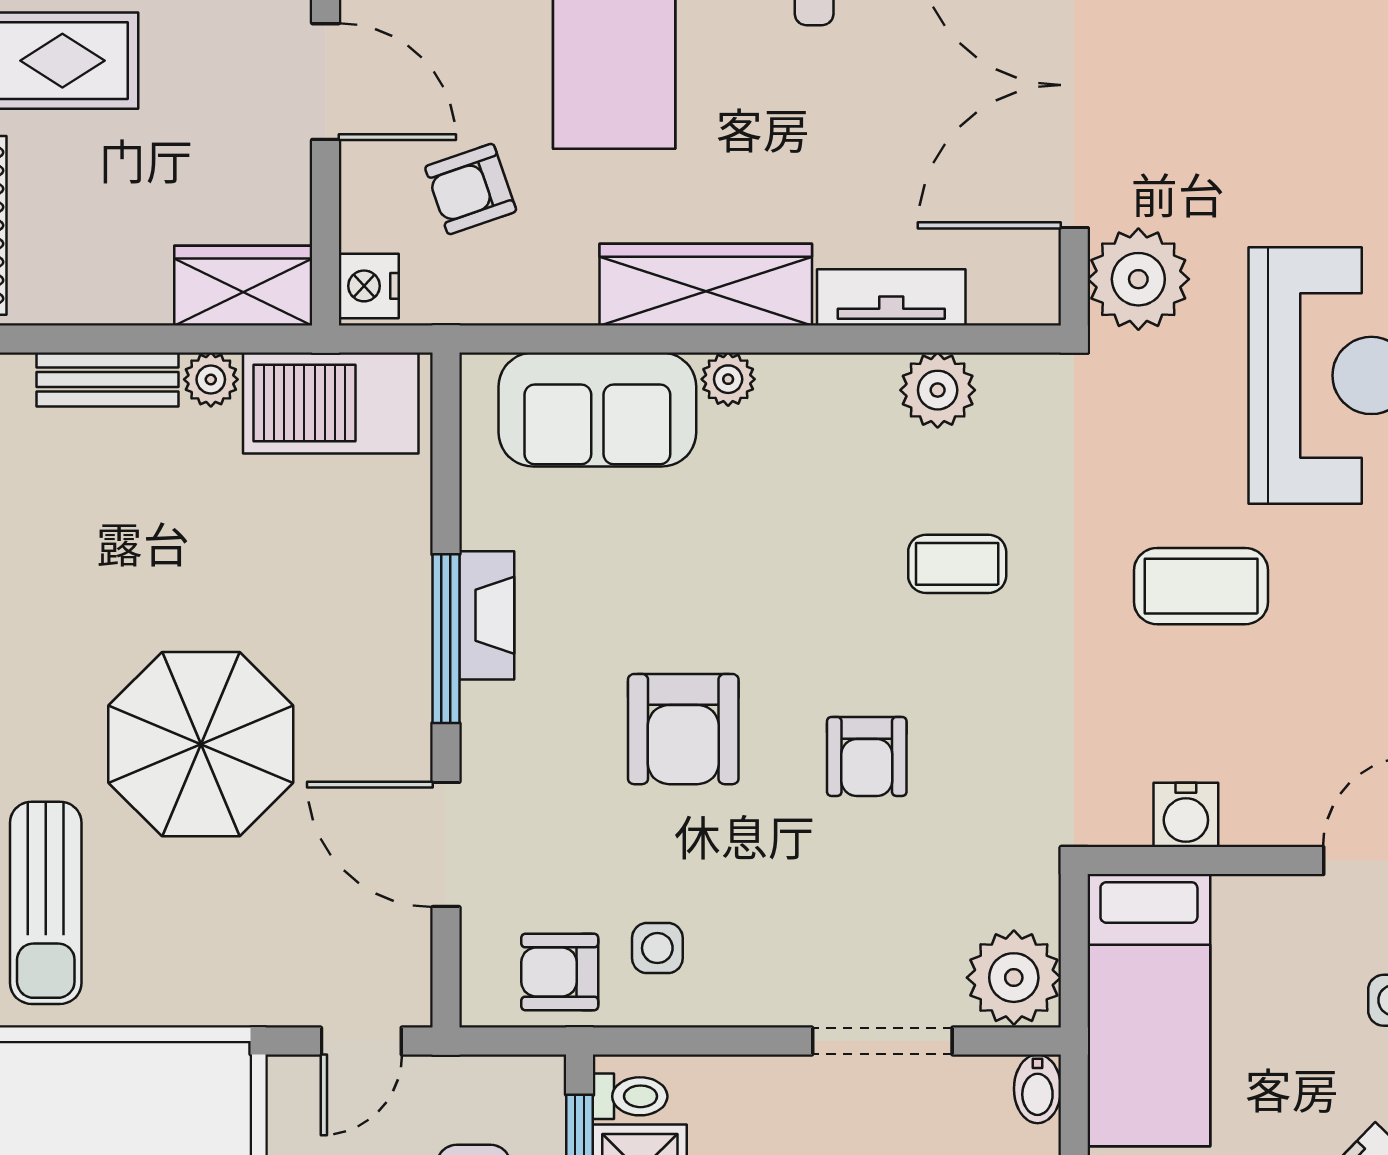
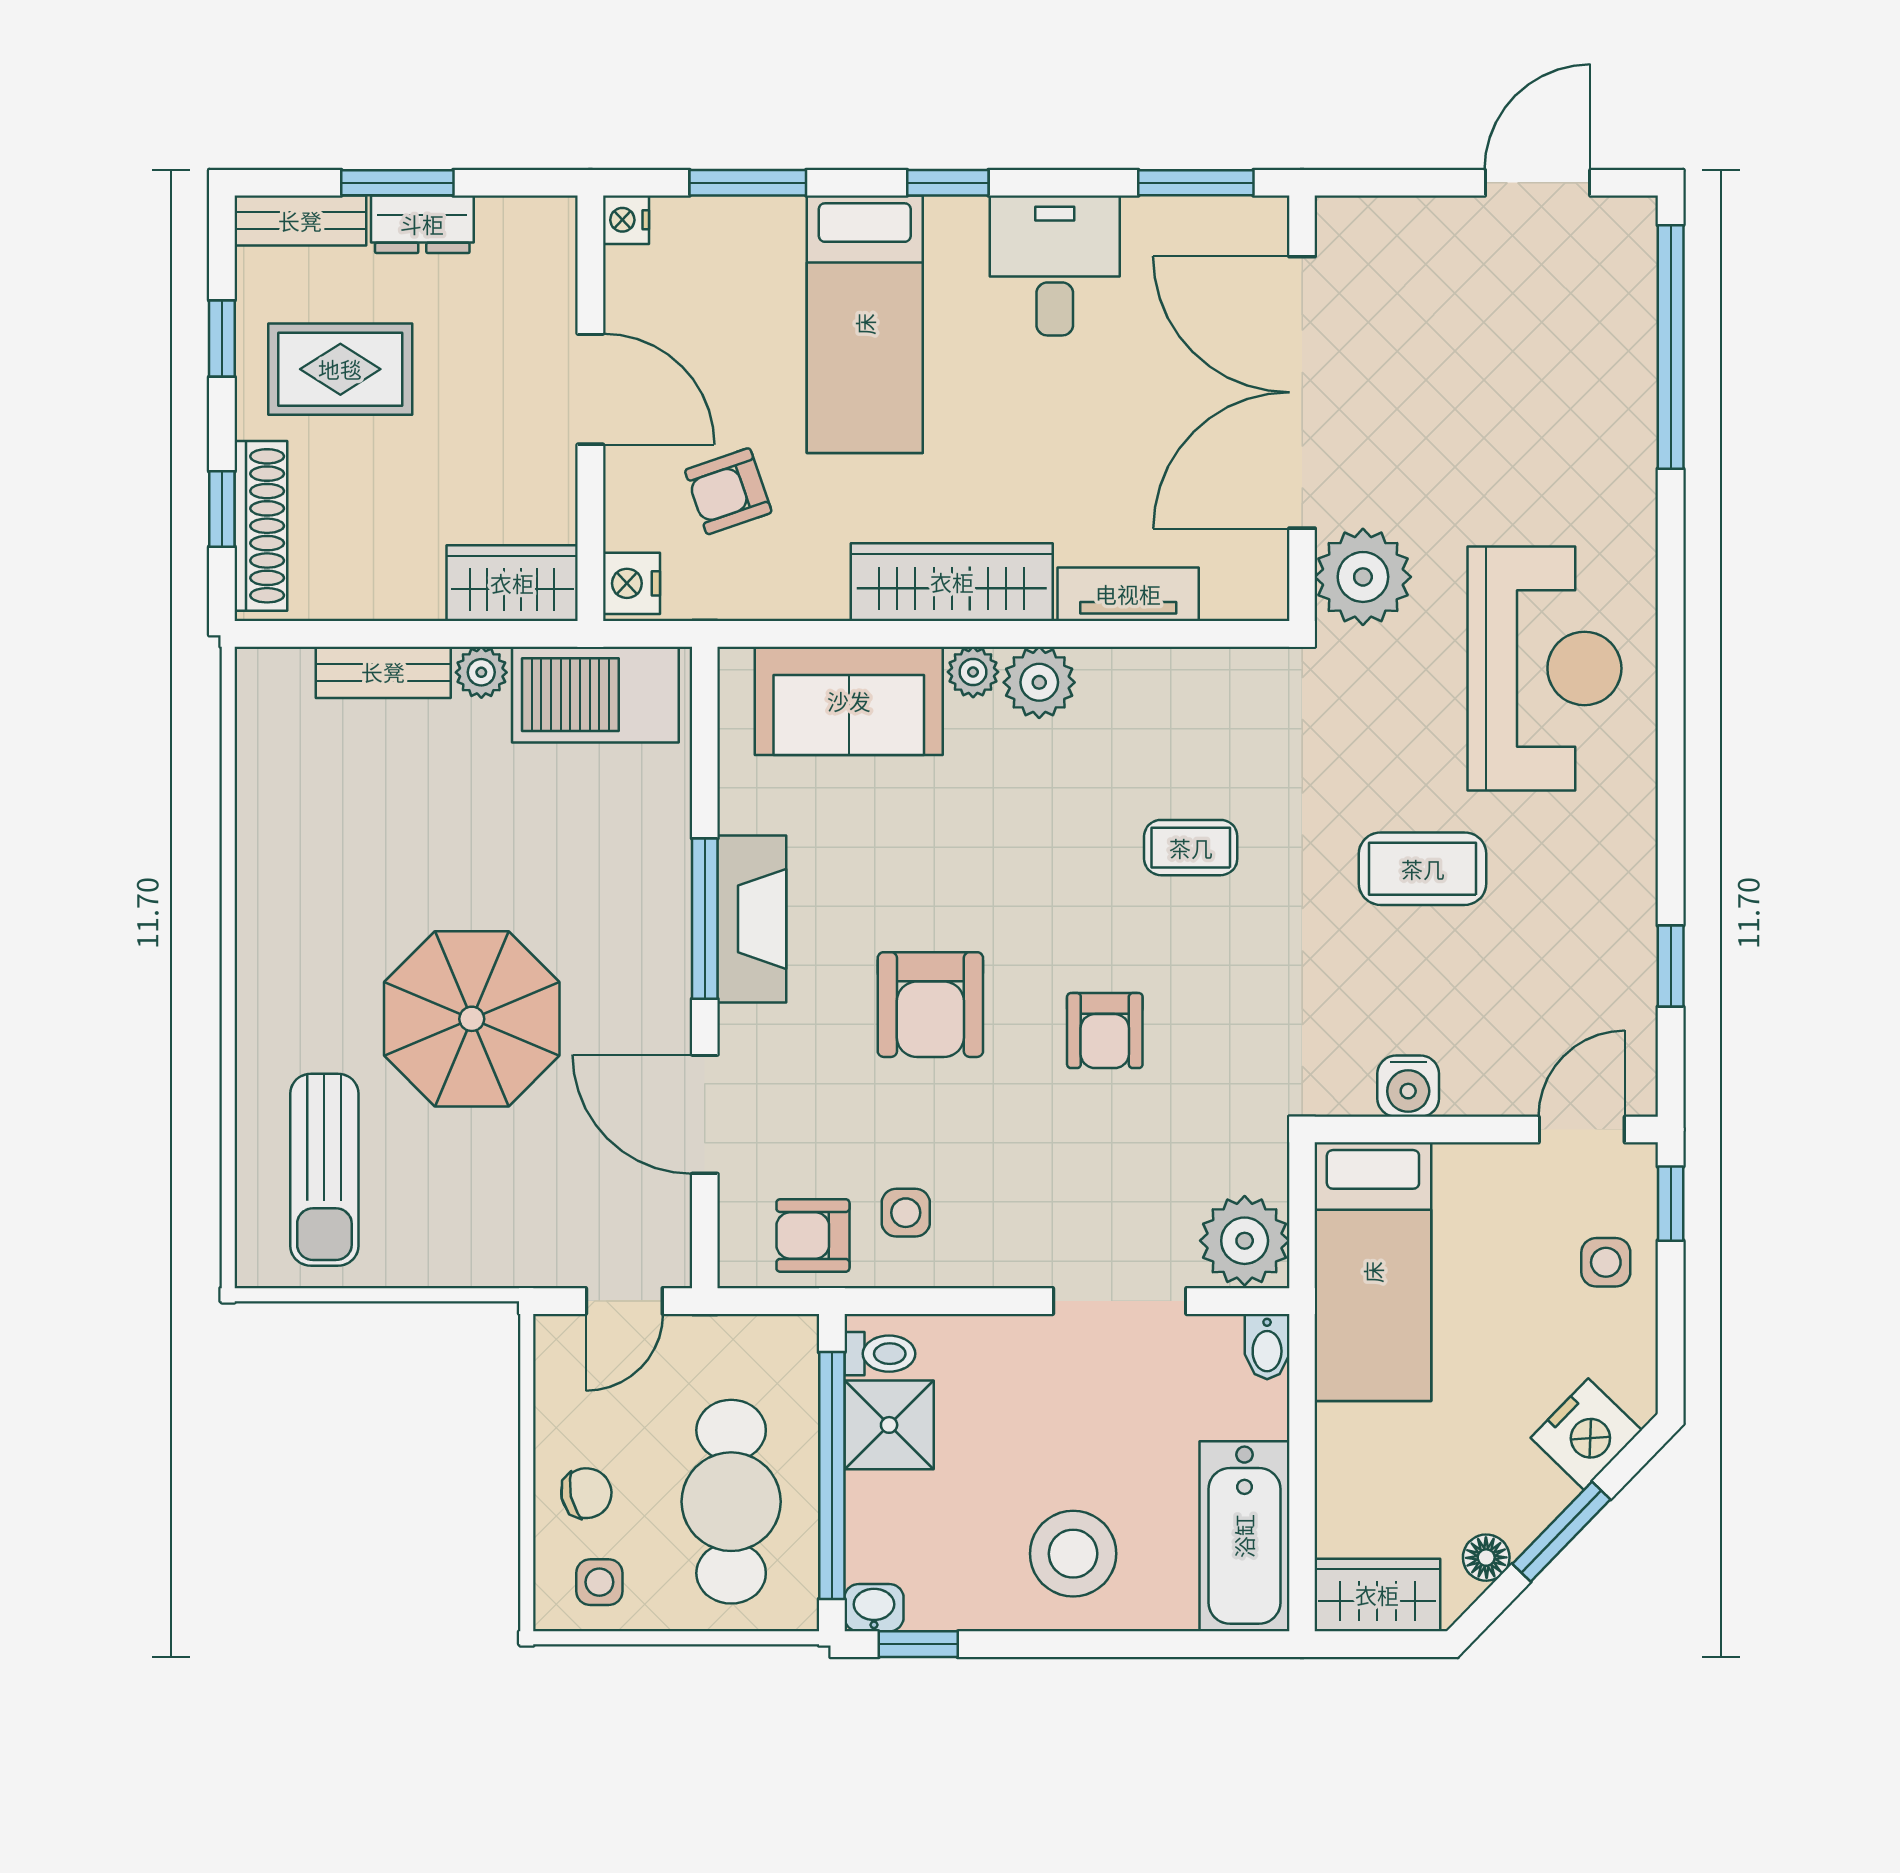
plant: (938, 390) -> (1039, 682), moved
fireplace: (487, 615) -> (752, 919), width x1.37, depth x1.32

